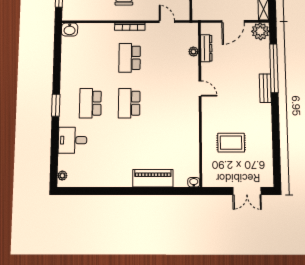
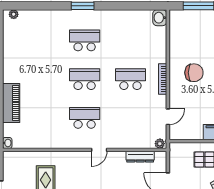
plant: (193, 52) -> (160, 144), moved
school desk: (168, 103) -> (85, 118), added
desk: (73, 140) -> (48, 23), removed

